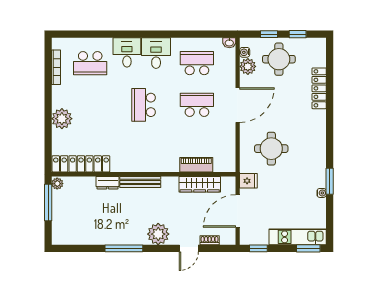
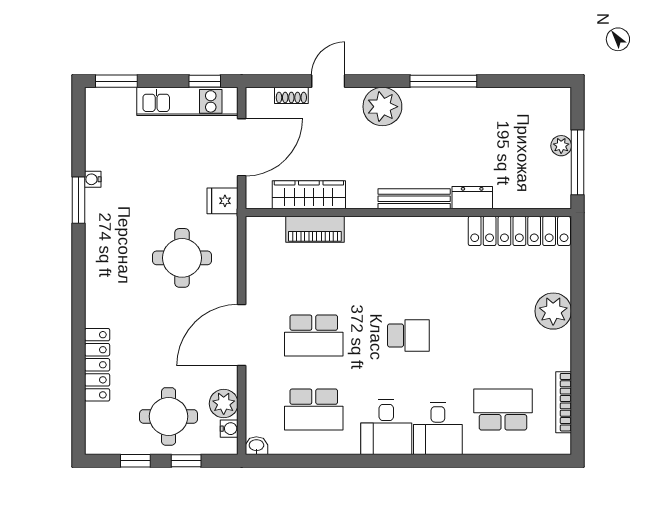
school desk: (144, 105) -> (408, 335), width x0.54
plant: (57, 184) -> (561, 146), moved
kitchen unit: (298, 237) -> (187, 101), moved

